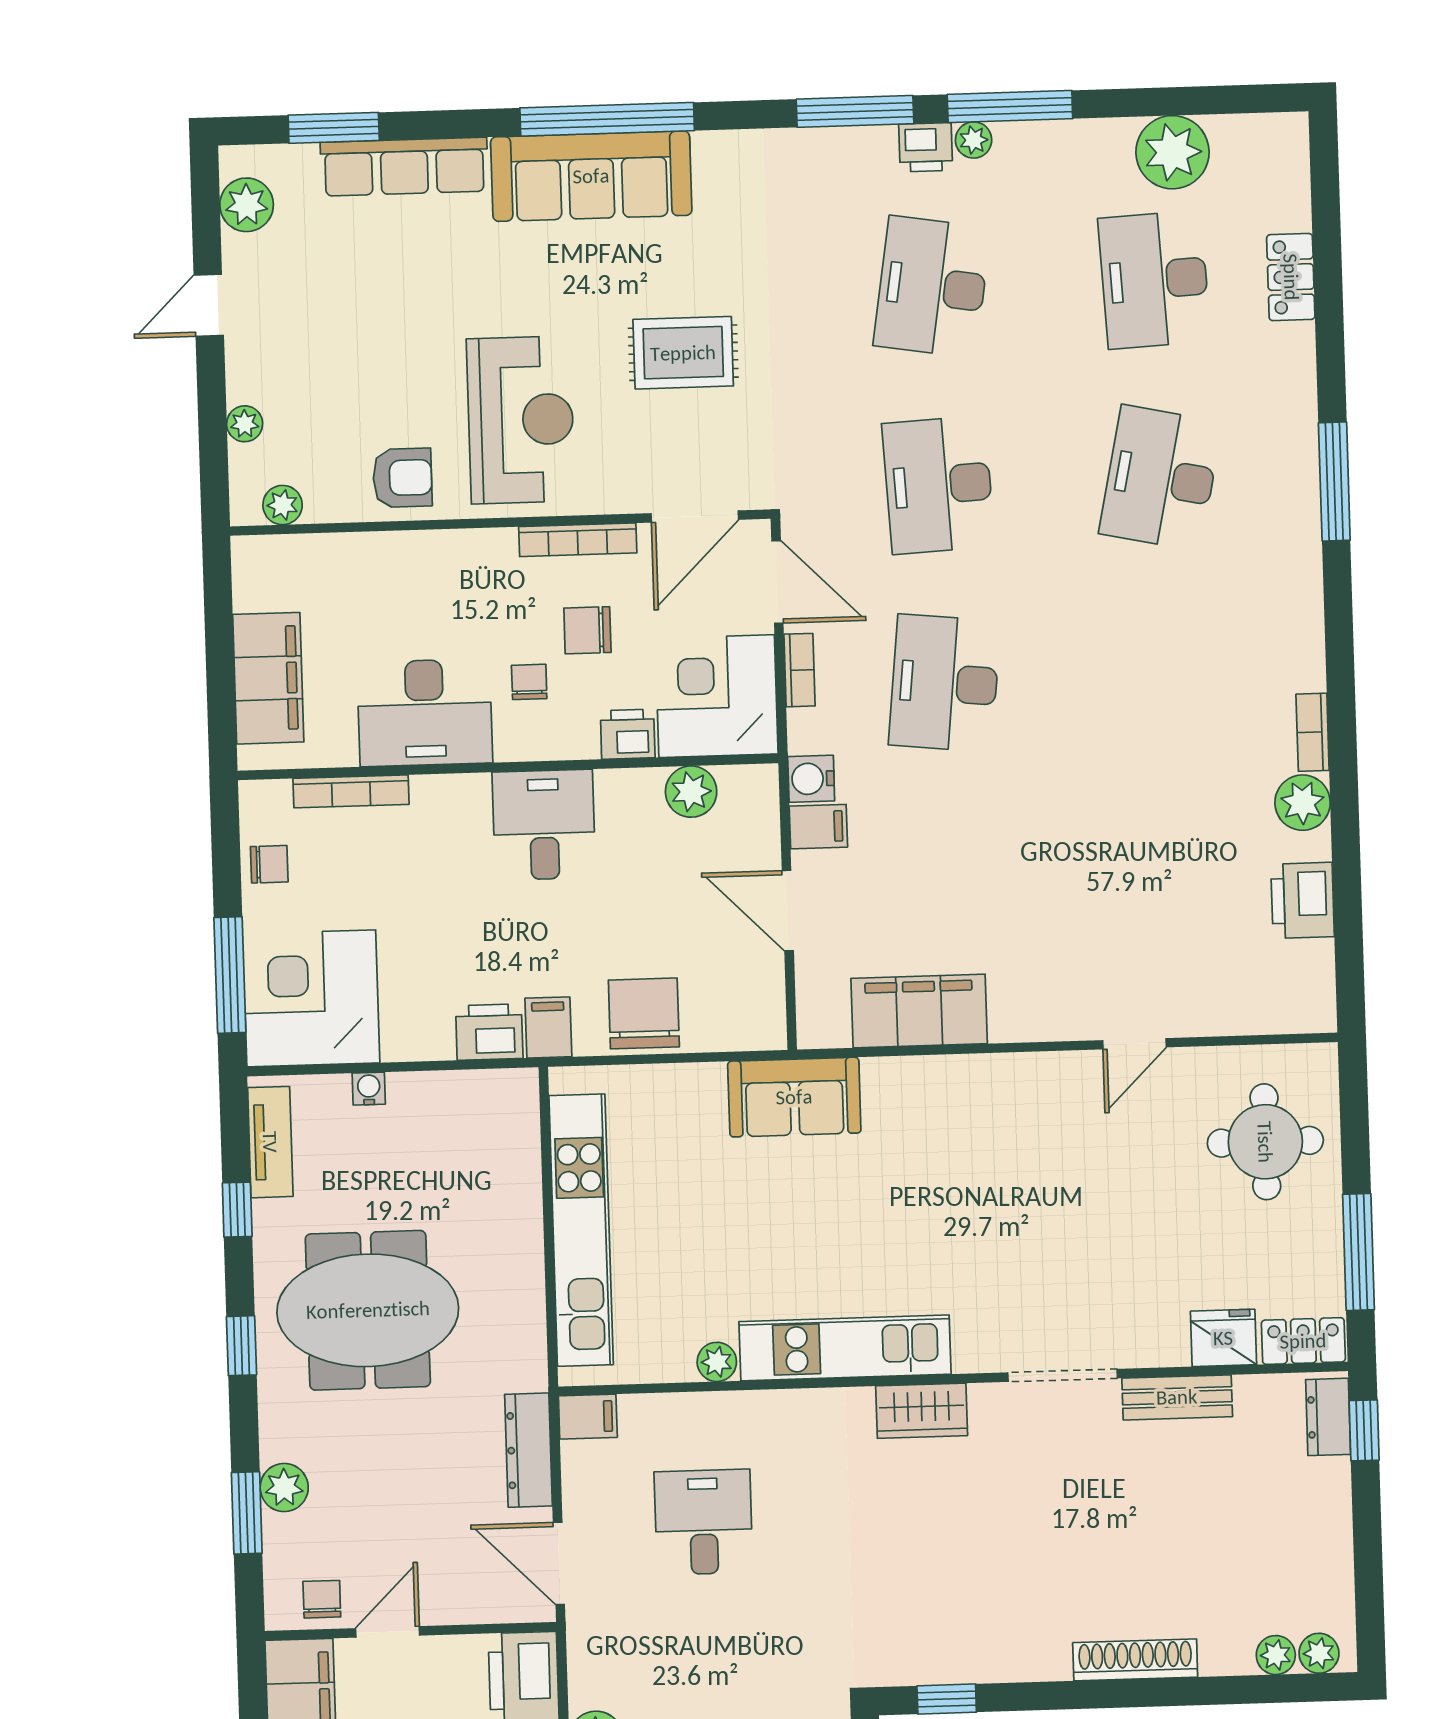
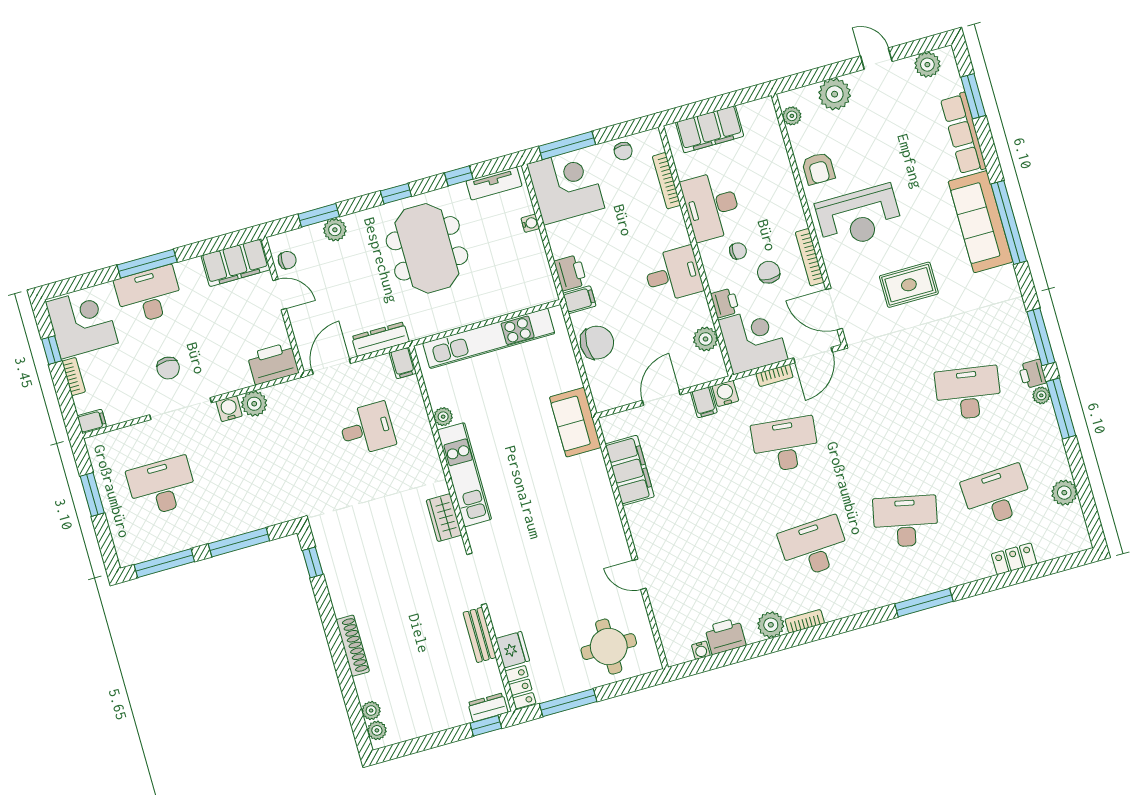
plant: (1173, 152) -> (1064, 493), width x0.73, depth x0.73
rug: (683, 353) -> (909, 285), turned 90
plant: (245, 424) -> (835, 94), width x1.88, depth x1.88
desk: (938, 485) -> (814, 547), moved
water cooler: (1319, 957) -> (701, 650), added

